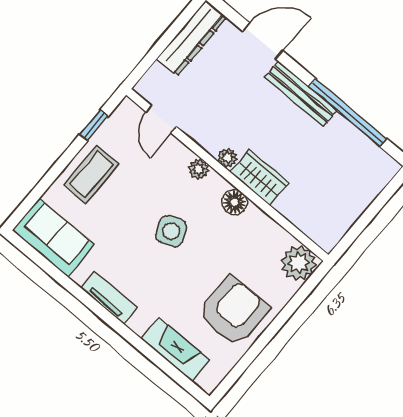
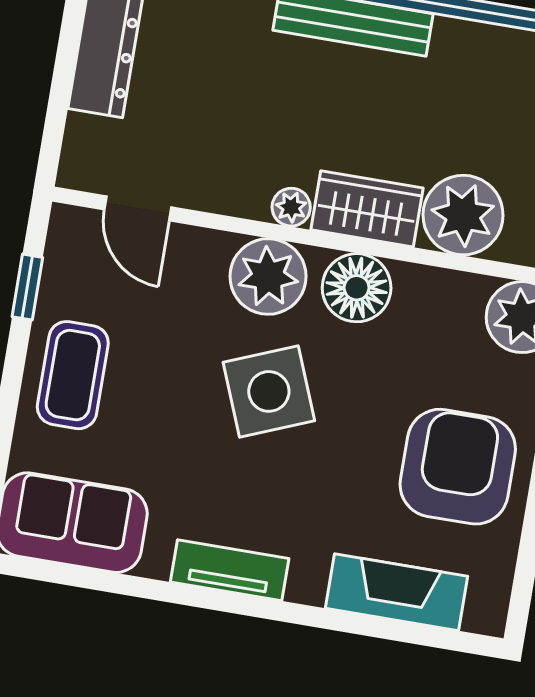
plant: (199, 169) -> (268, 276), width x1.88, depth x1.88
floor lamp: (235, 202) -> (357, 288), width x1.38, depth x1.38
plant: (299, 204) -> (463, 215), added
side table: (171, 231) -> (269, 391), width x1.37, depth x1.37

